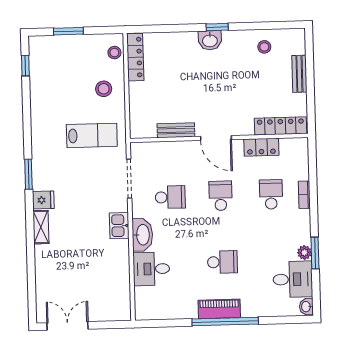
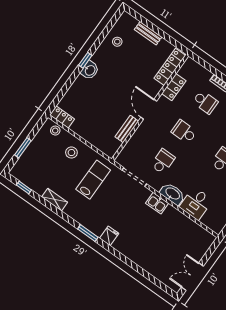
locker: (135, 57) -> (62, 117), width x0.66
door: (216, 138) -> (149, 109), swing flipped
school desk: (271, 194) -> (205, 102), turned 180
shelving: (41, 227) -> (55, 200), moved

